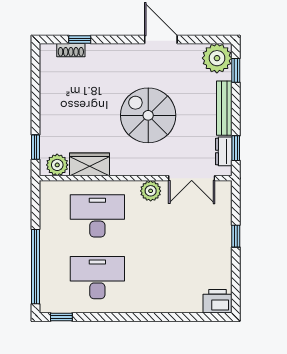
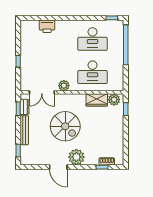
plant: (217, 58) -> (76, 157), moved
double door: (192, 178) -> (42, 92), swing flipped
printer: (218, 301) -> (47, 26), moved

